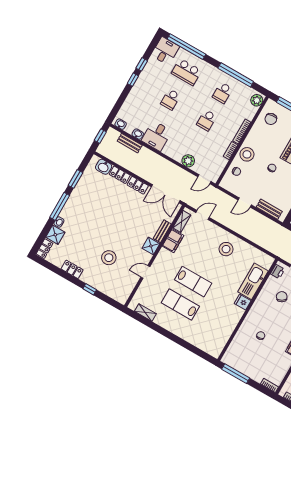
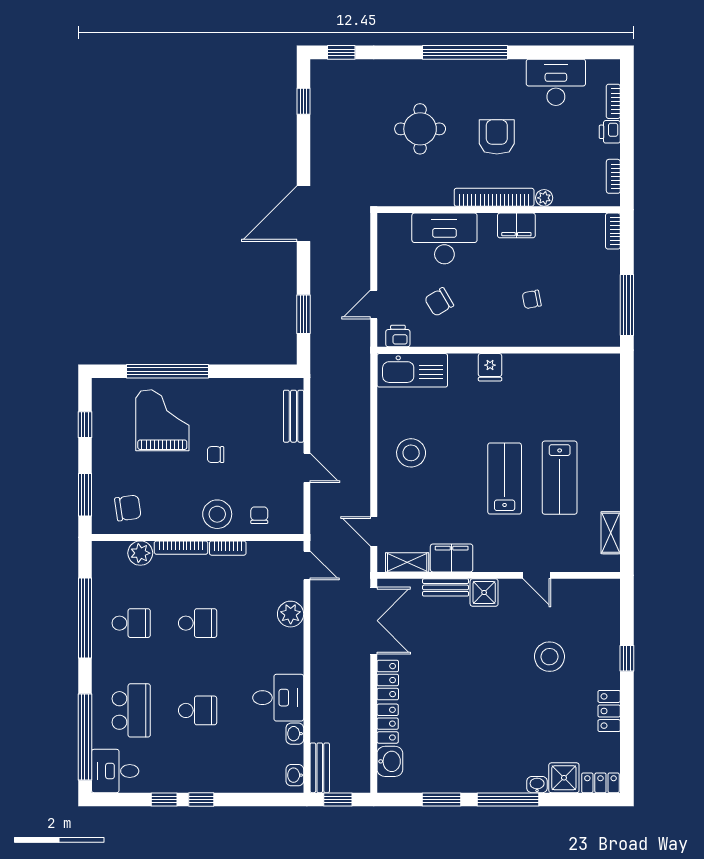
plant: (257, 100) -> (140, 553), moved
bench: (130, 143) -> (320, 768), moved
kitchen sink: (253, 281) -> (412, 370), moved

